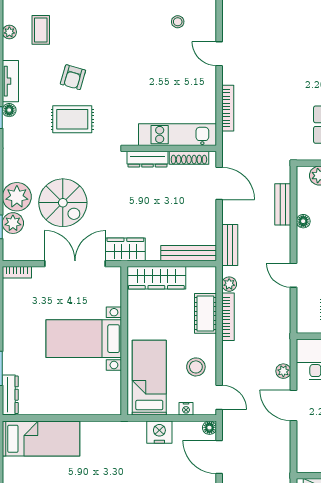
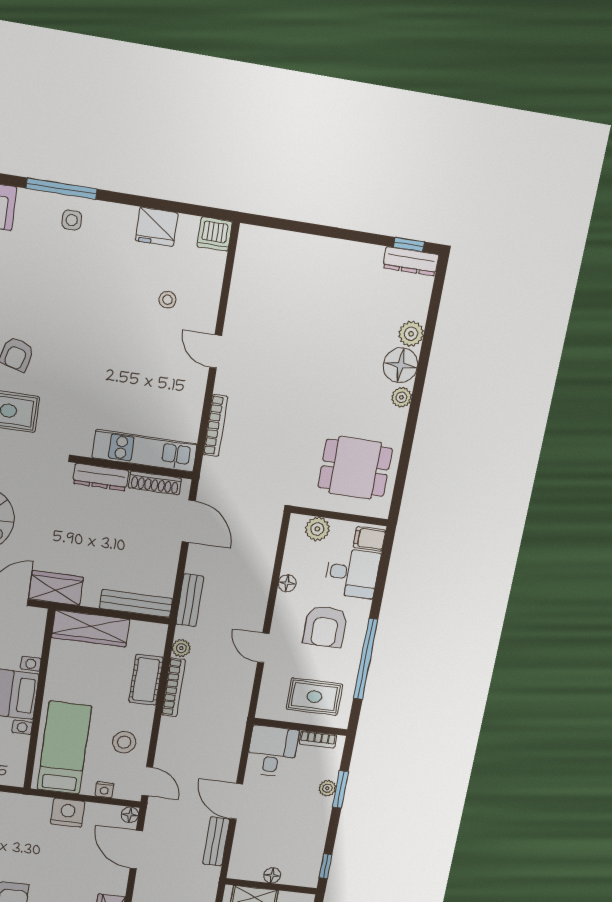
bench: (283, 204) -> (216, 842), moved
plant: (283, 371) -> (231, 760), removed

